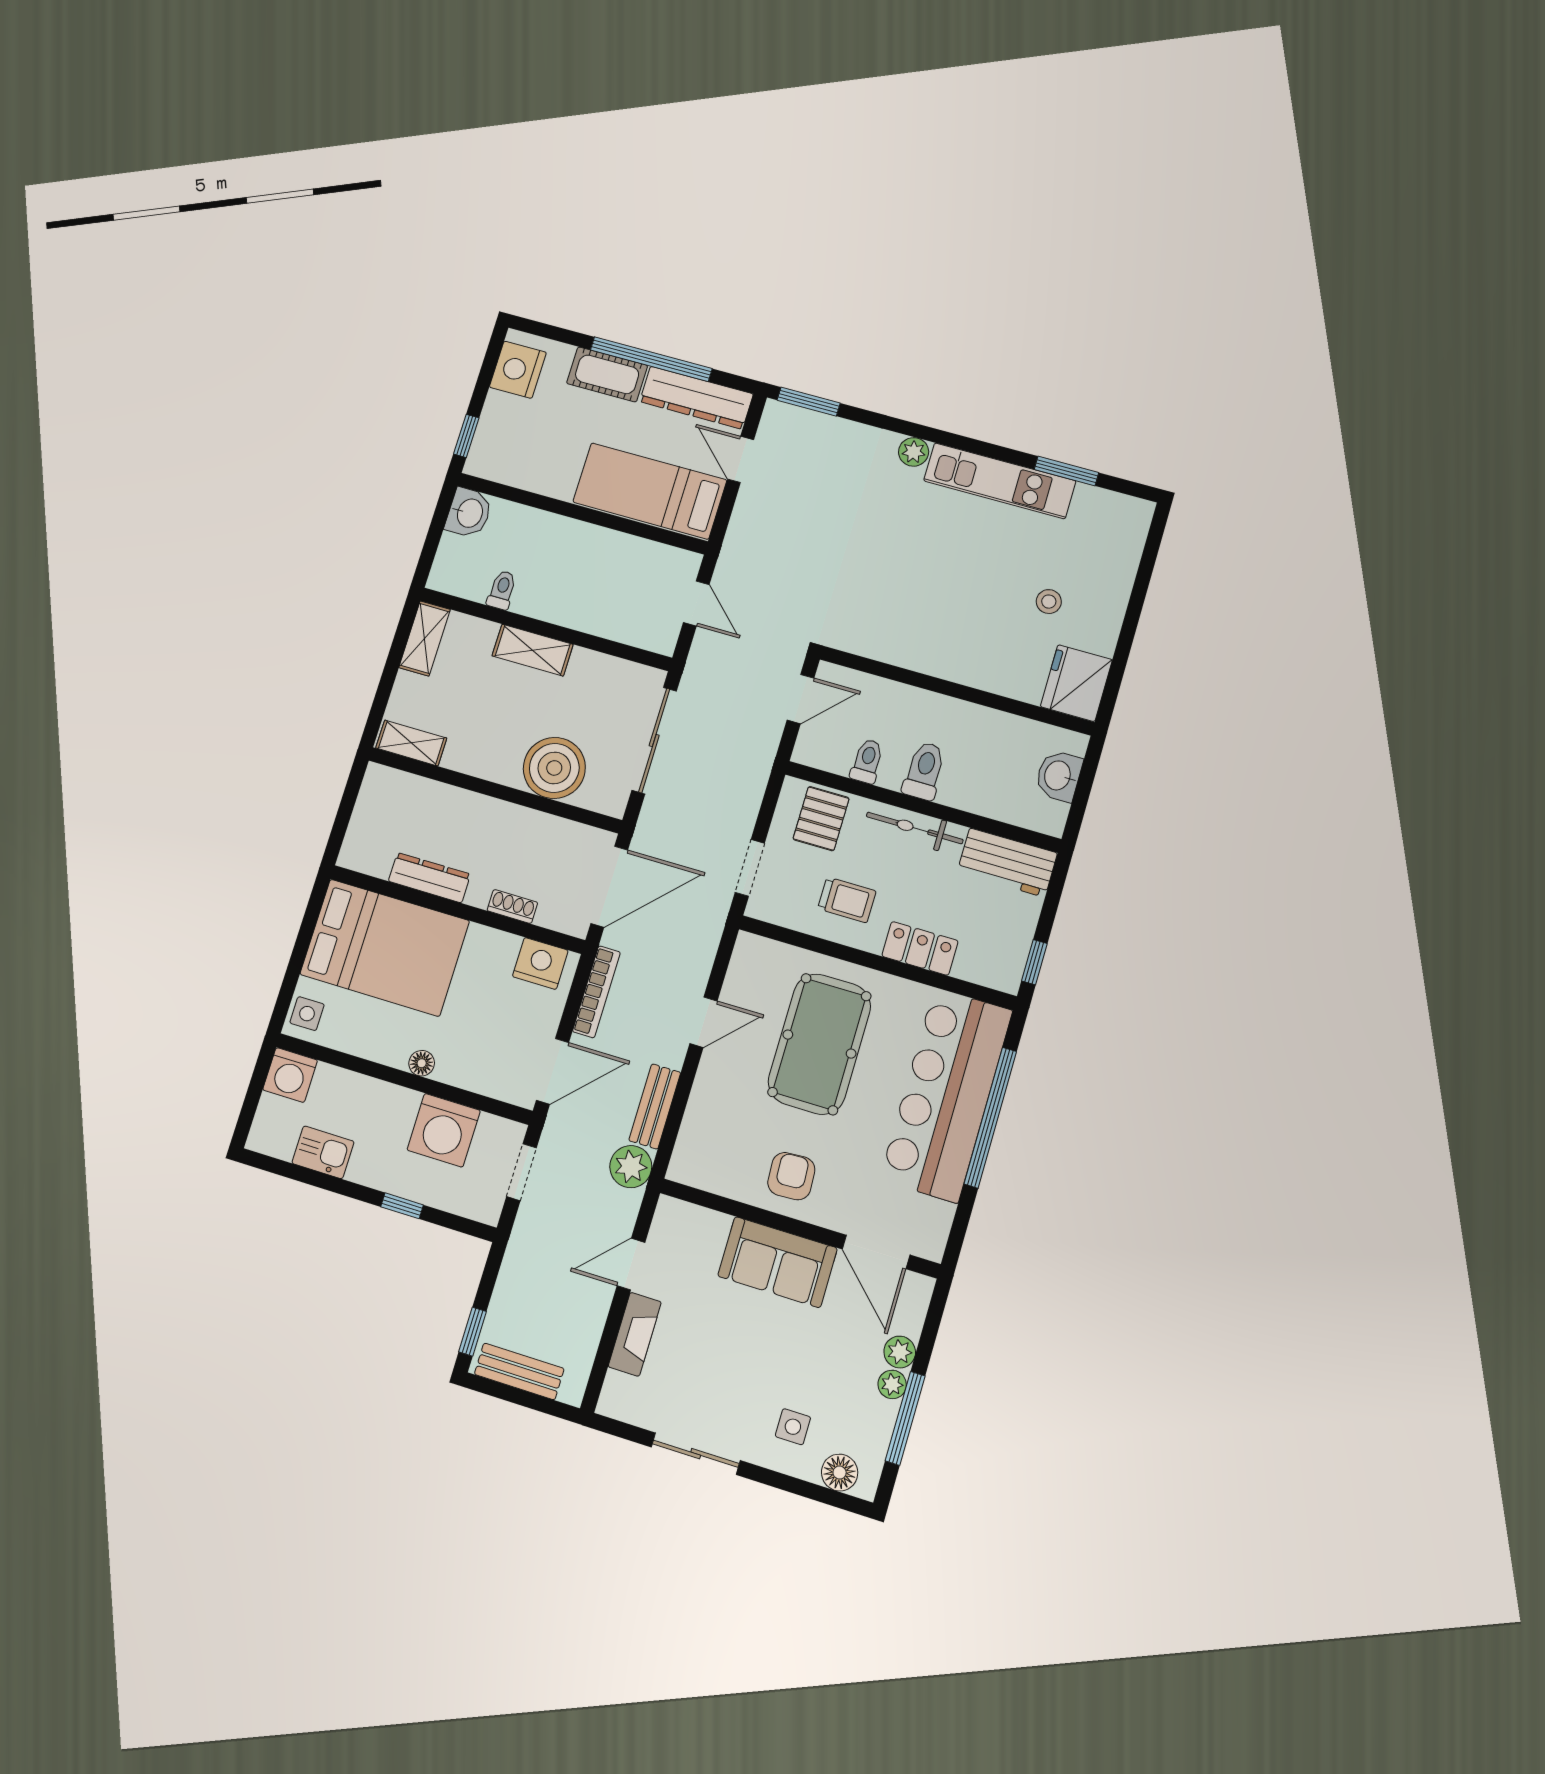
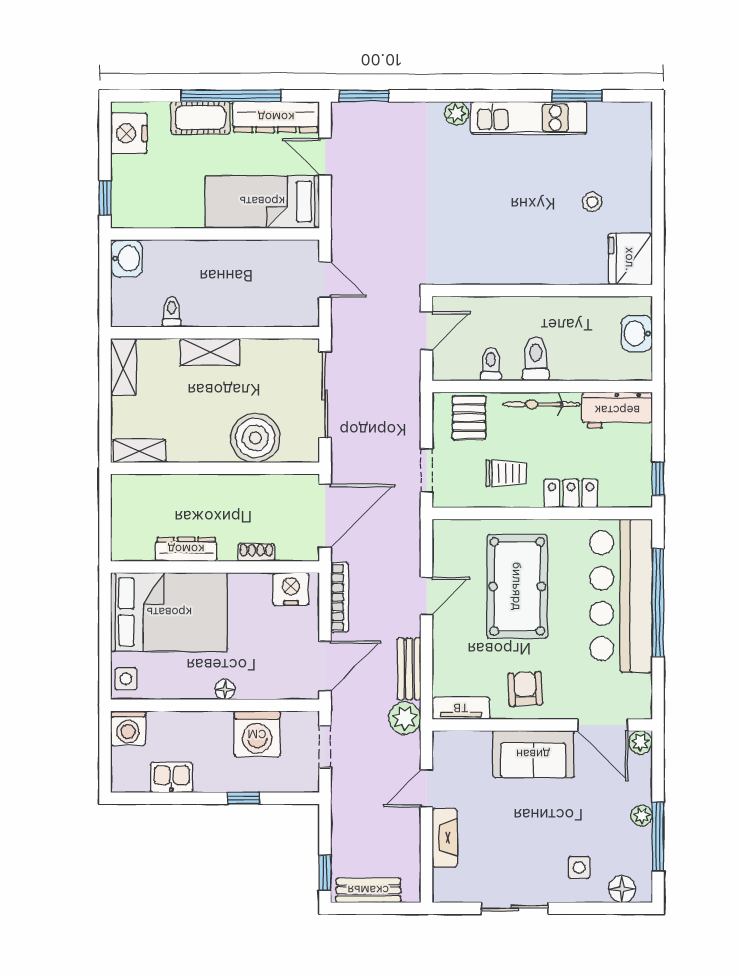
tv unit: (704, 1176) -> (461, 708), added
plant: (900, 1352) -> (640, 742), moved

